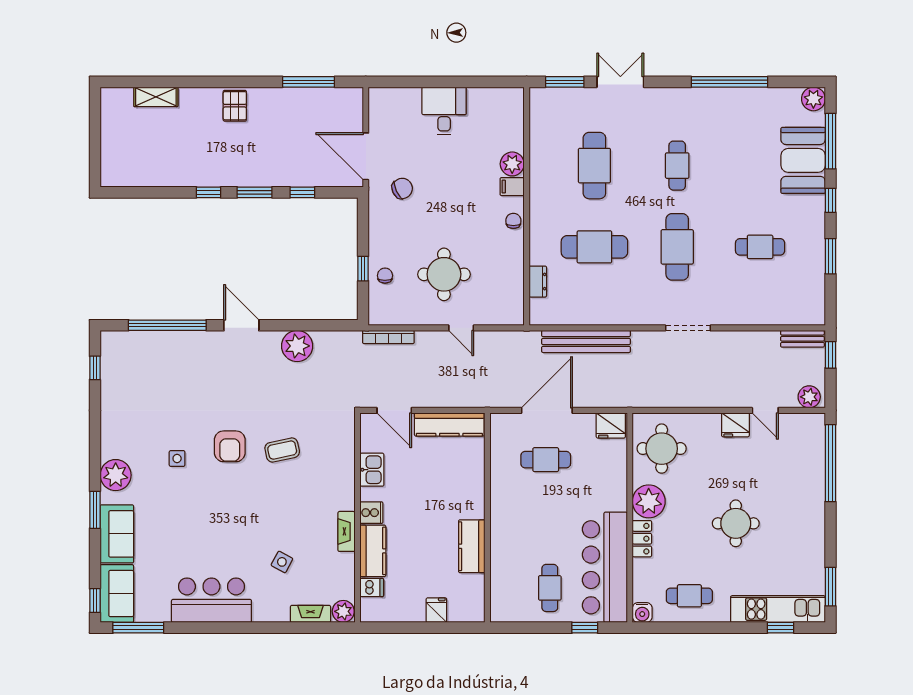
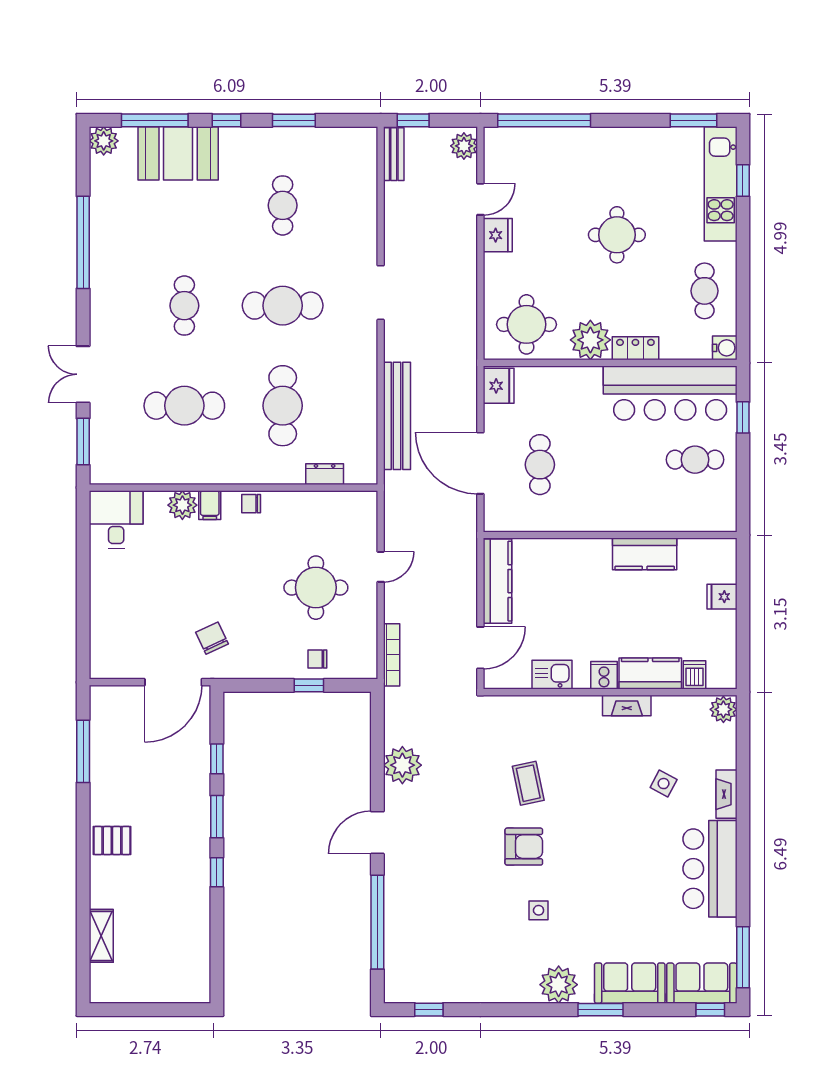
desk: (444, 111) -> (116, 519), moved, turned 90
cafe table: (677, 166) -> (184, 306), turned 90
fireplace: (311, 614) -> (726, 794), moved

